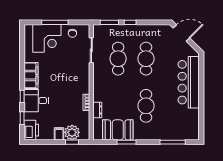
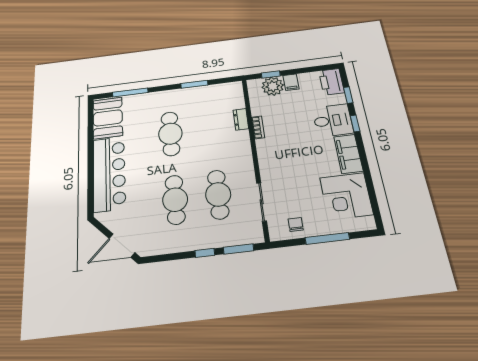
corner desk: (47, 38) -> (346, 196), moved, turned -90
booth: (118, 130) -> (108, 118), moved, turned 90

